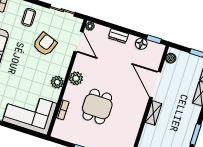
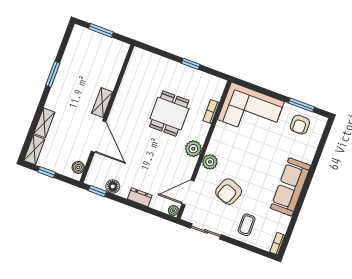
door: (78, 42) -> (188, 193), hinge flipped
plant: (57, 82) -> (210, 162), moved

